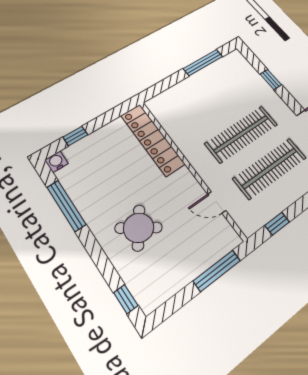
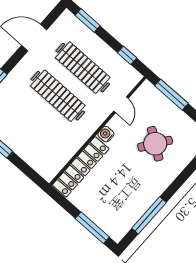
window: (75, 136) -> (92, 228), width x2.17
water cooler: (56, 162) -> (106, 134), moved, turned 90
round table: (139, 228) -> (155, 144), moved

